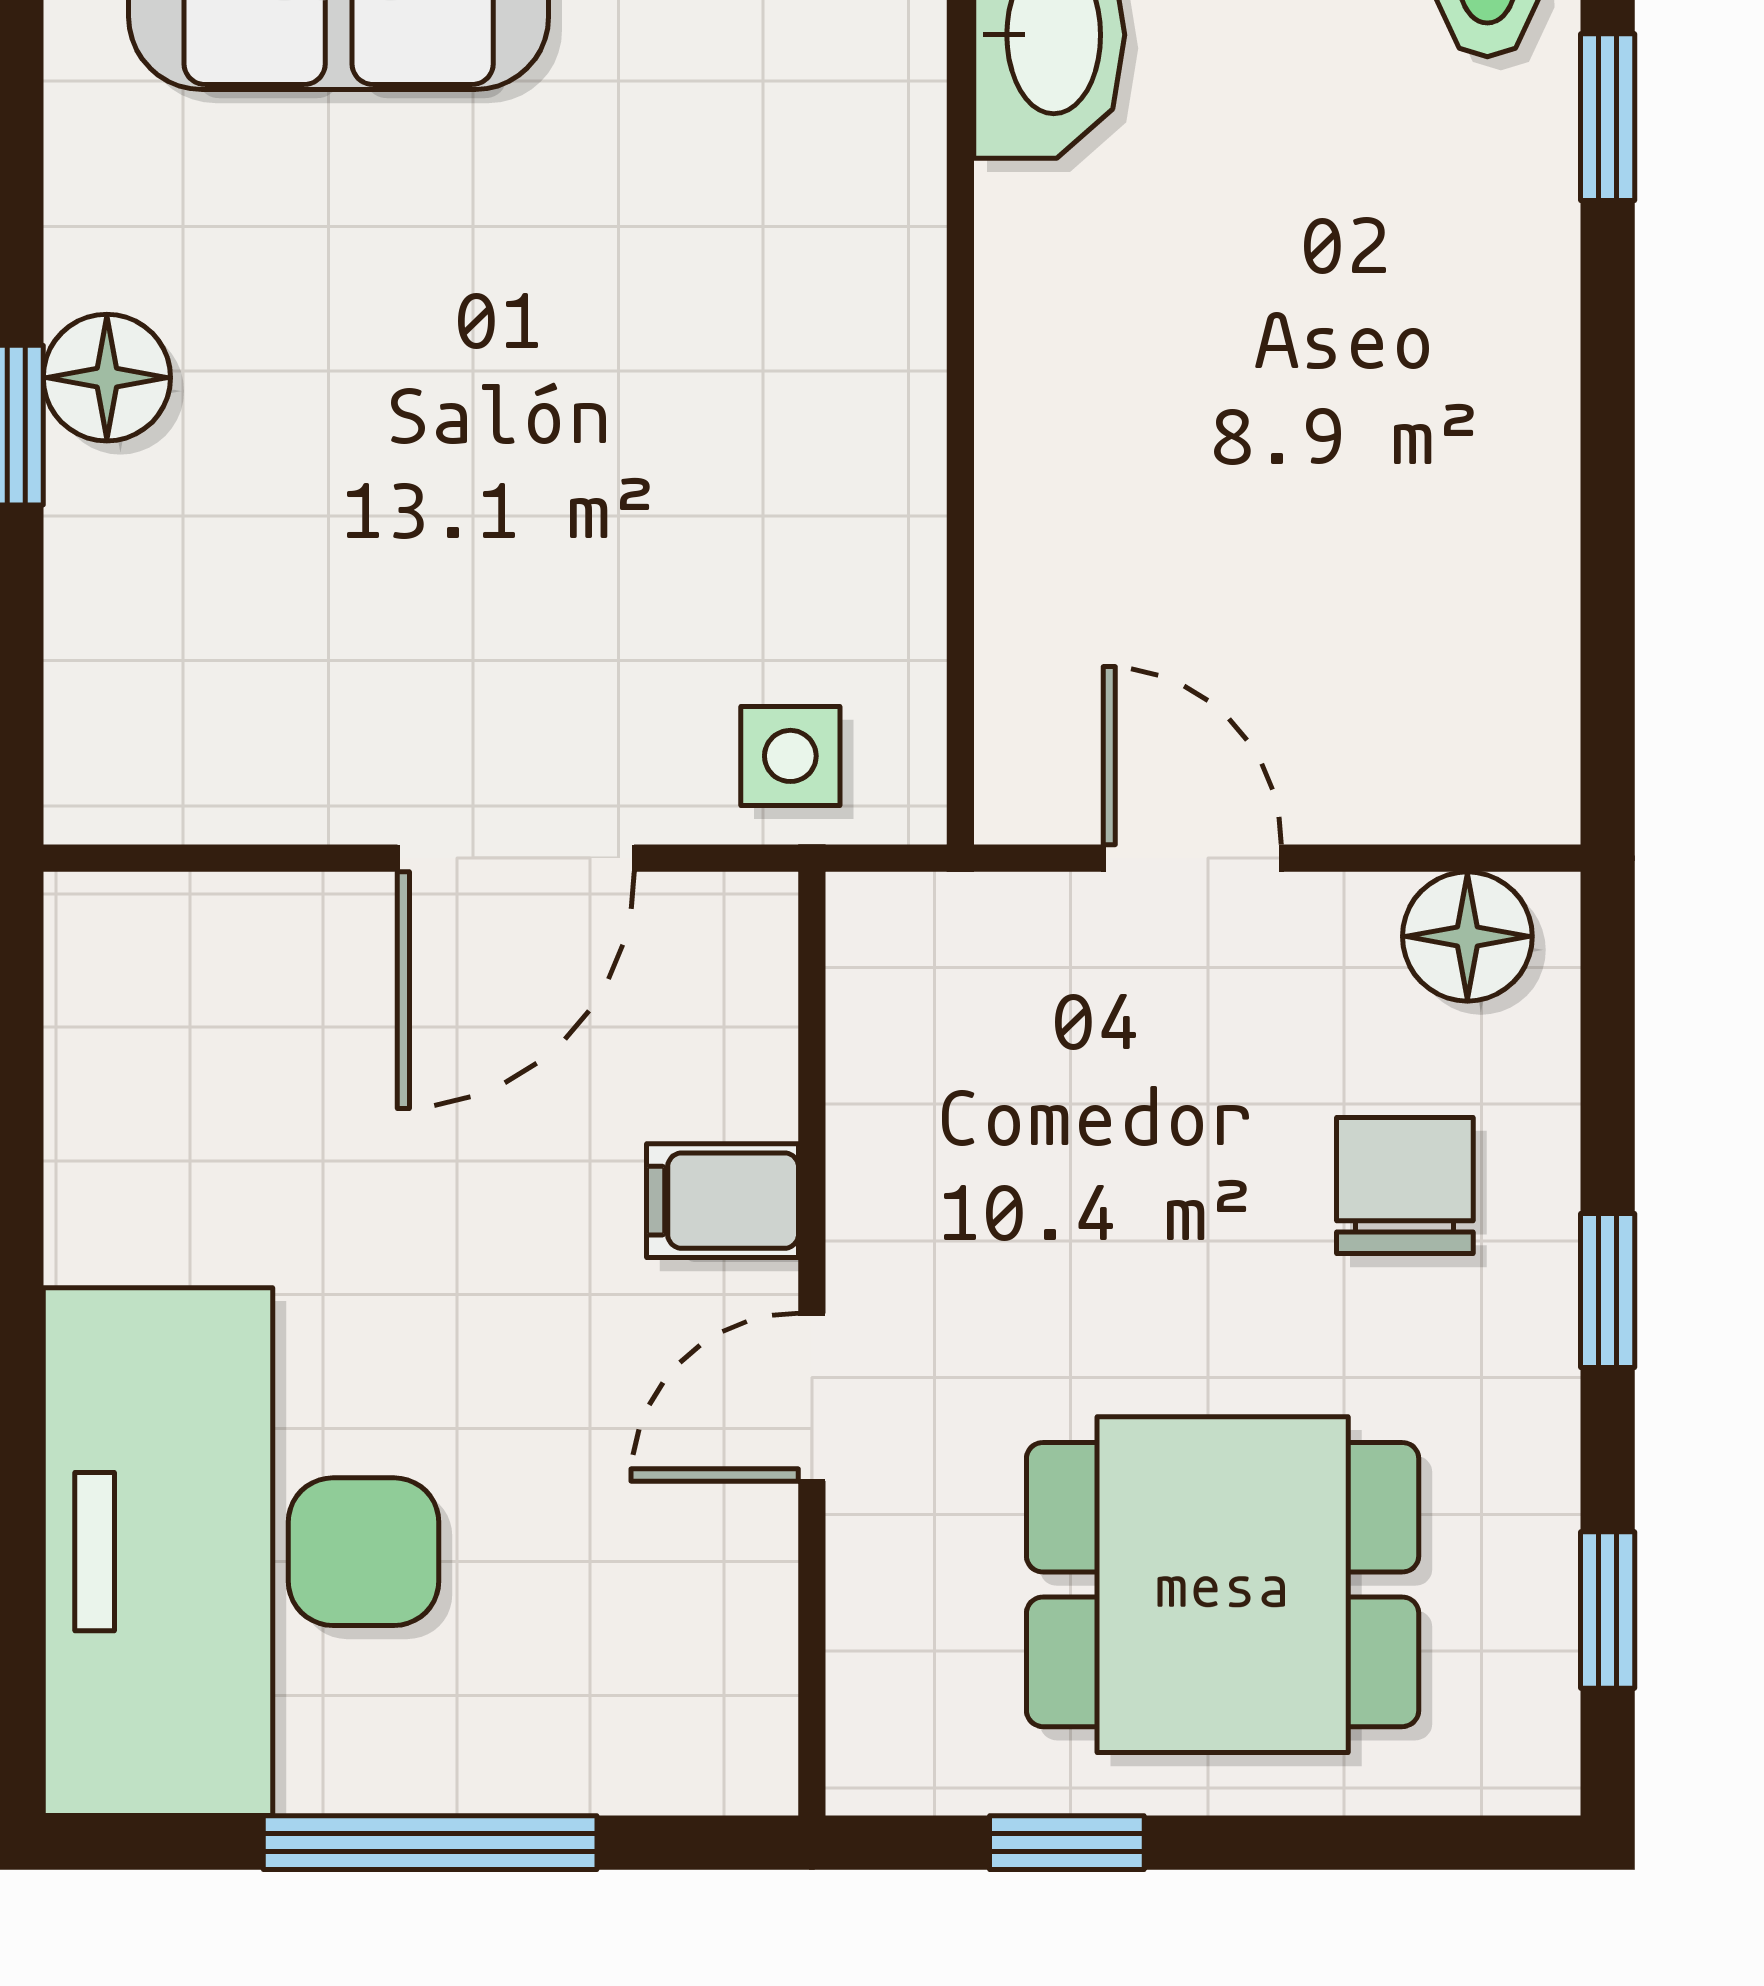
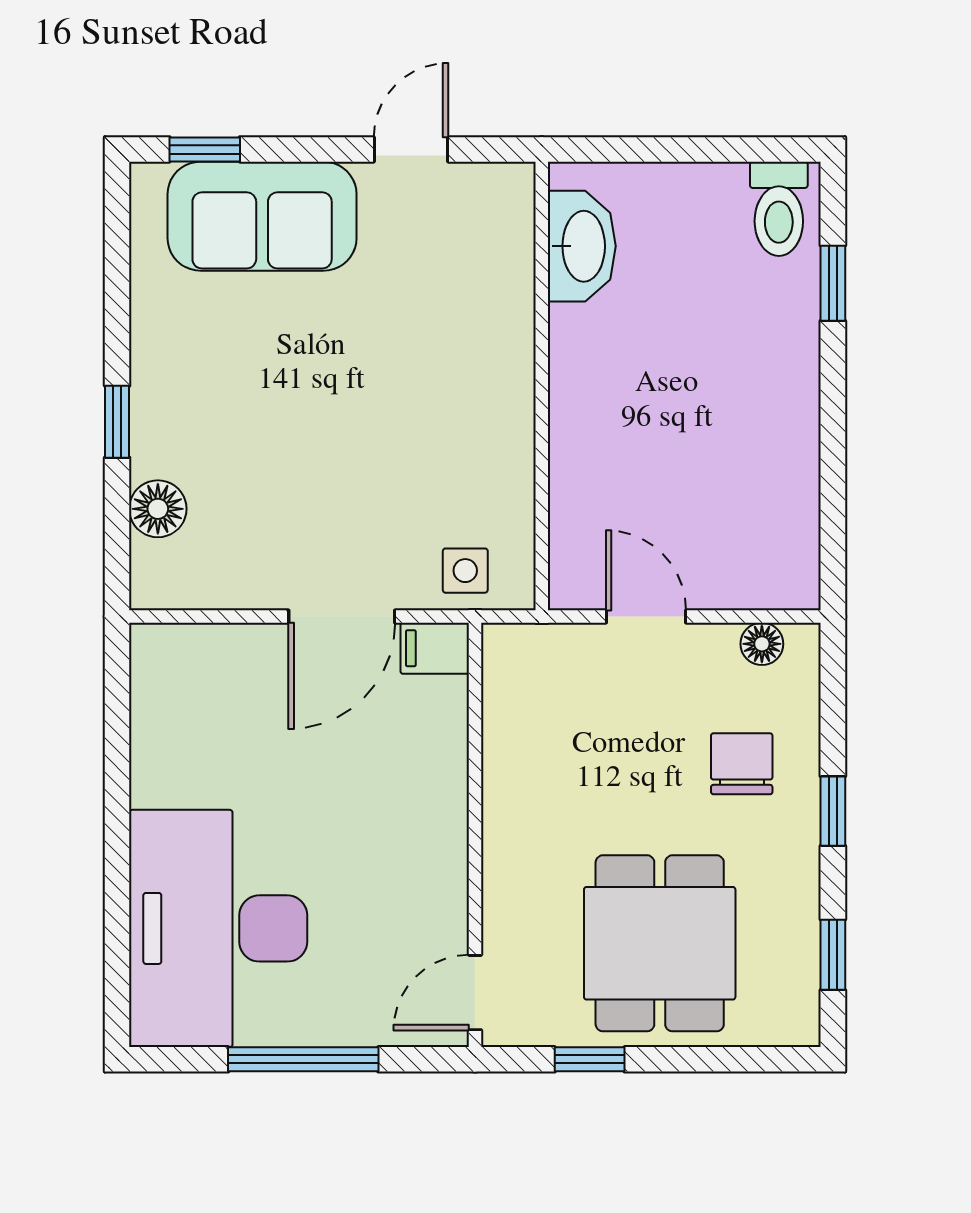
floor lamp: (107, 378) -> (158, 509), moved
floor lamp: (1467, 936) -> (762, 644), width x0.73, depth x0.73
filing cabinet: (722, 1201) -> (435, 648), moved
door: (812, 1397) -> (475, 993), moved
dining table: (1223, 1585) -> (660, 943), turned 90

